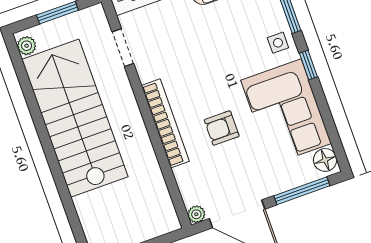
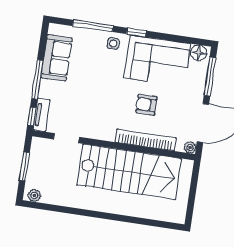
stairs: (75, 118) -> (129, 172), moved, turned 180
bookcase: (165, 123) -> (146, 140), moved
armchair: (222, 128) -> (146, 105), turned 90

